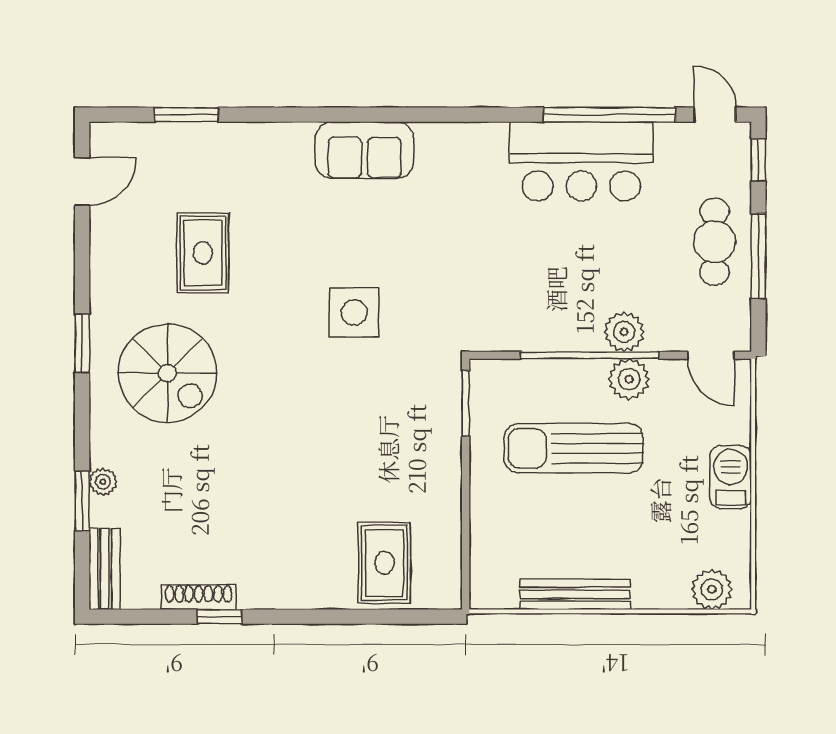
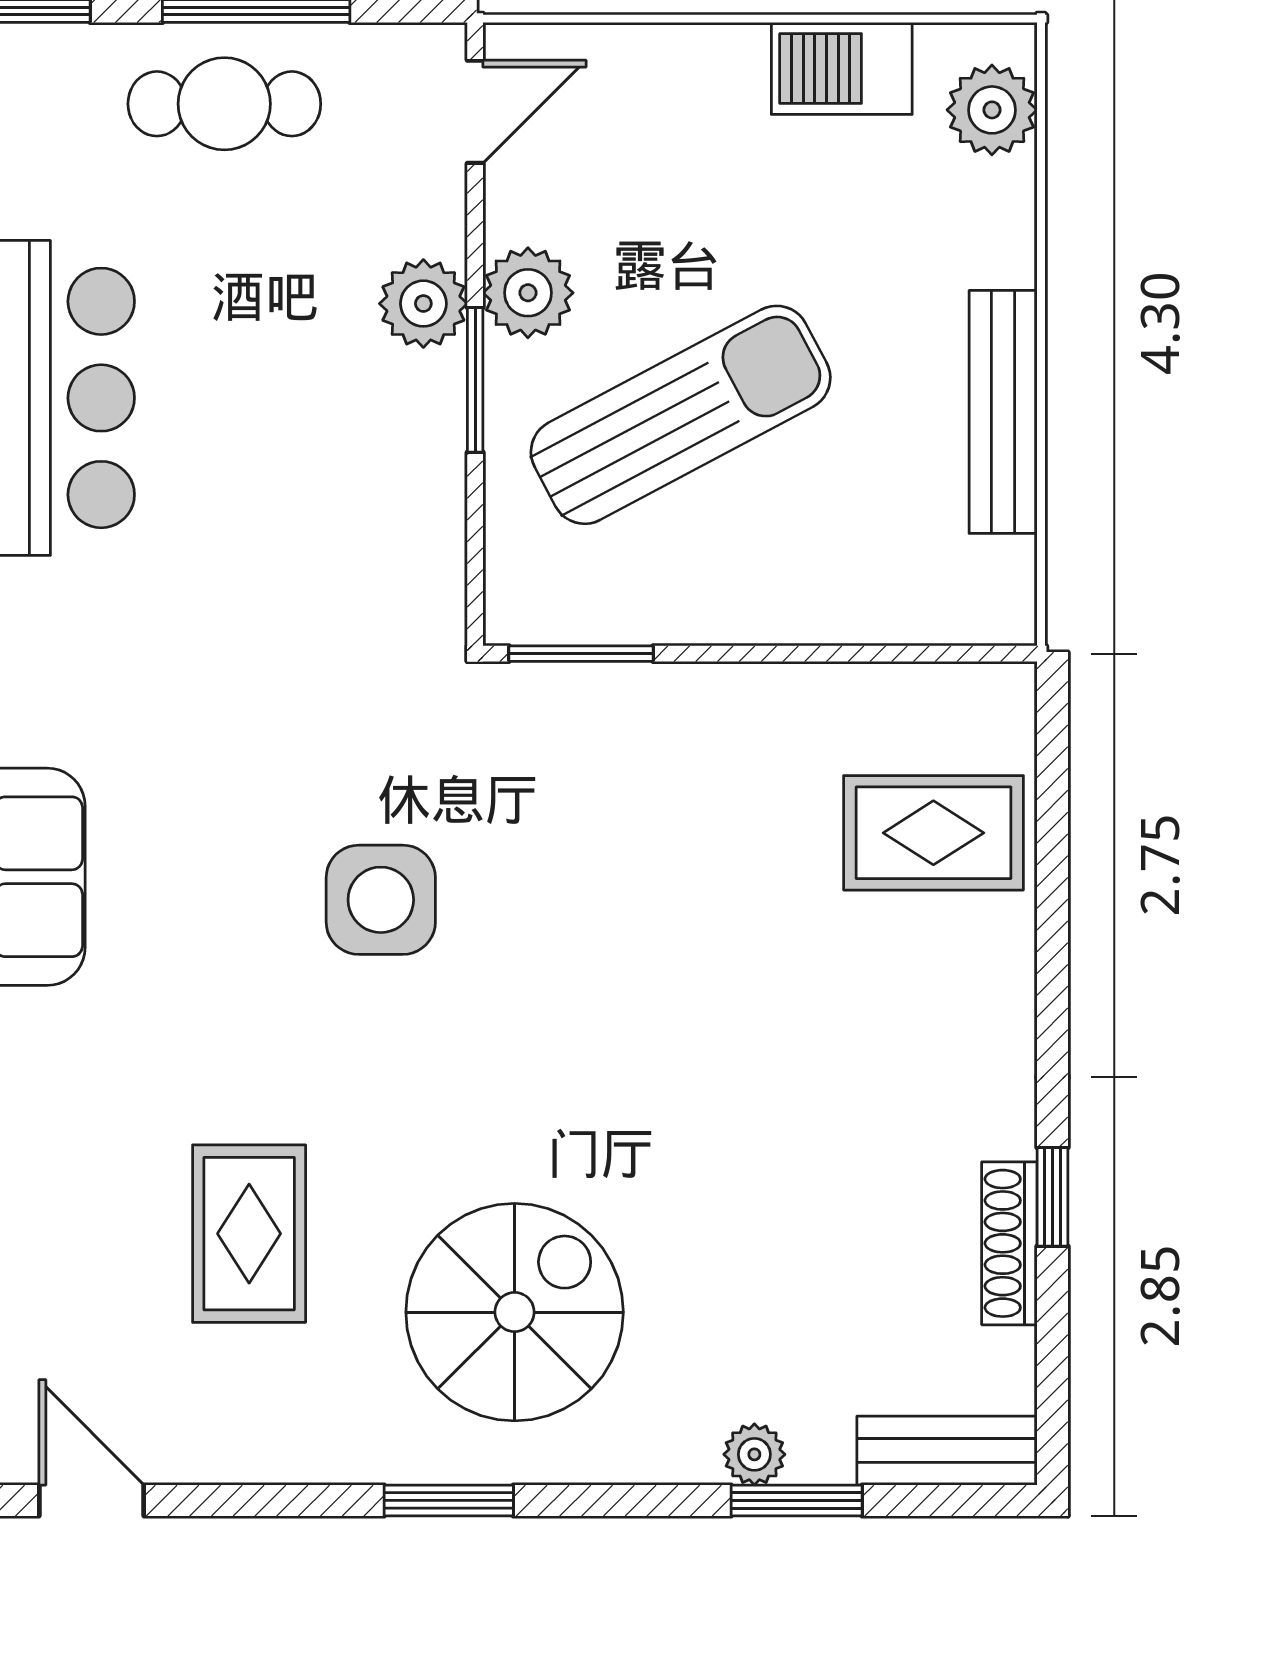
rug: (203, 253) -> (249, 1234), turned 90
window: (589, 355) -> (475, 380), width x0.47
sun lounger: (574, 448) -> (681, 415), turned -118
barbecue: (731, 477) -> (842, 68), moved

